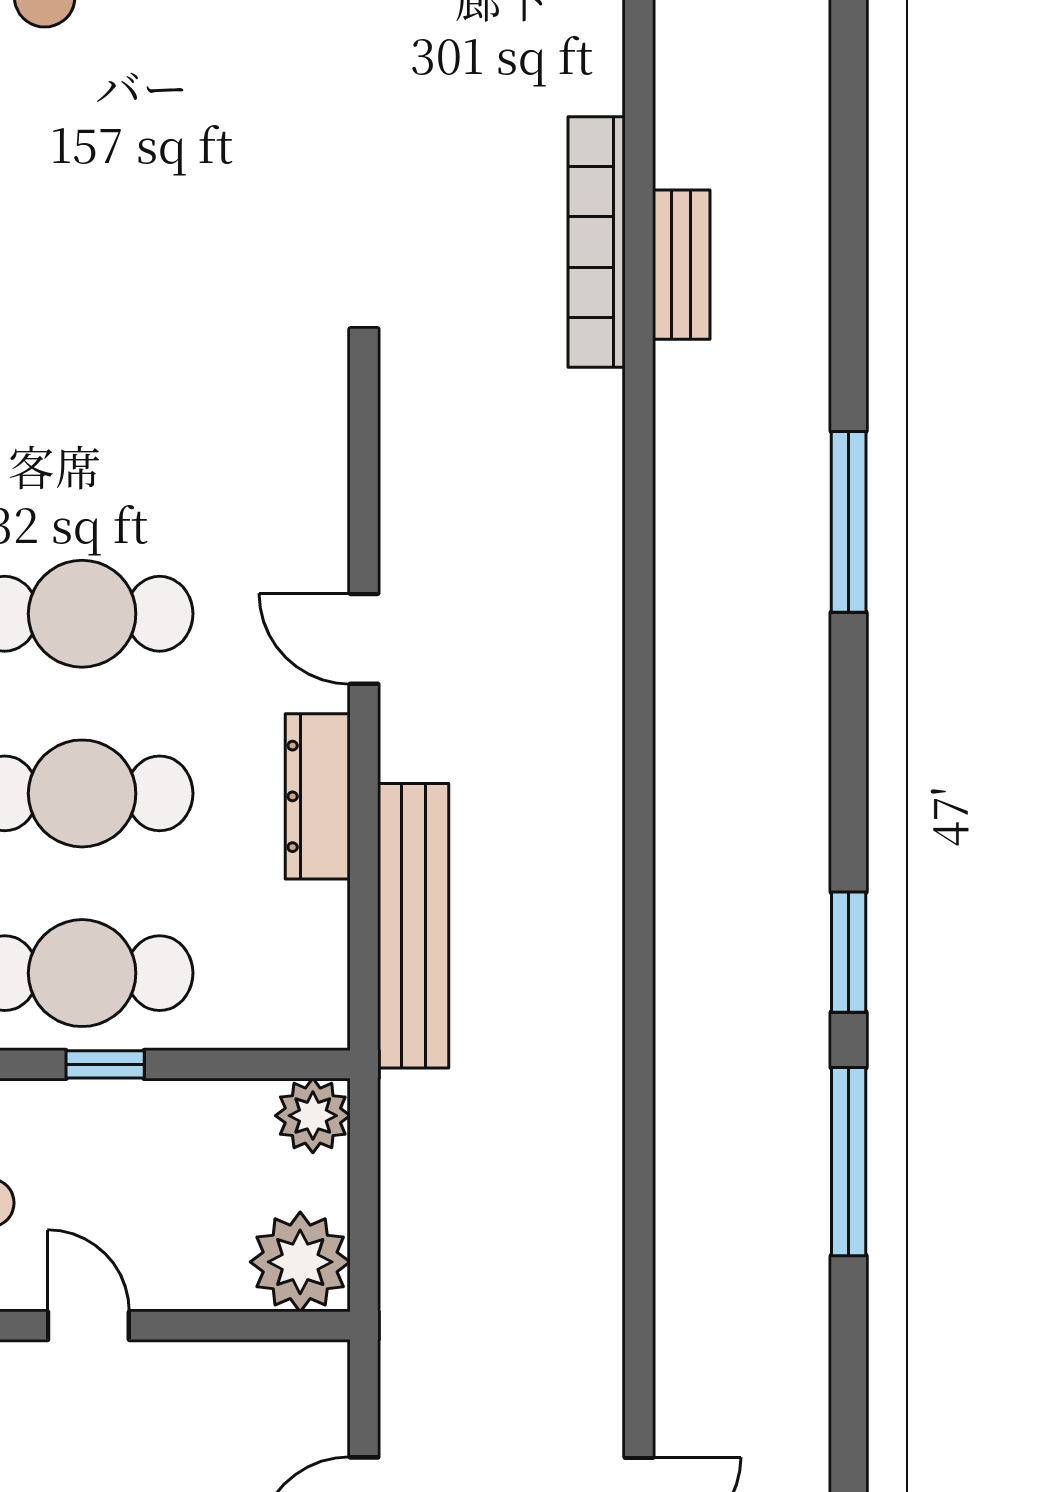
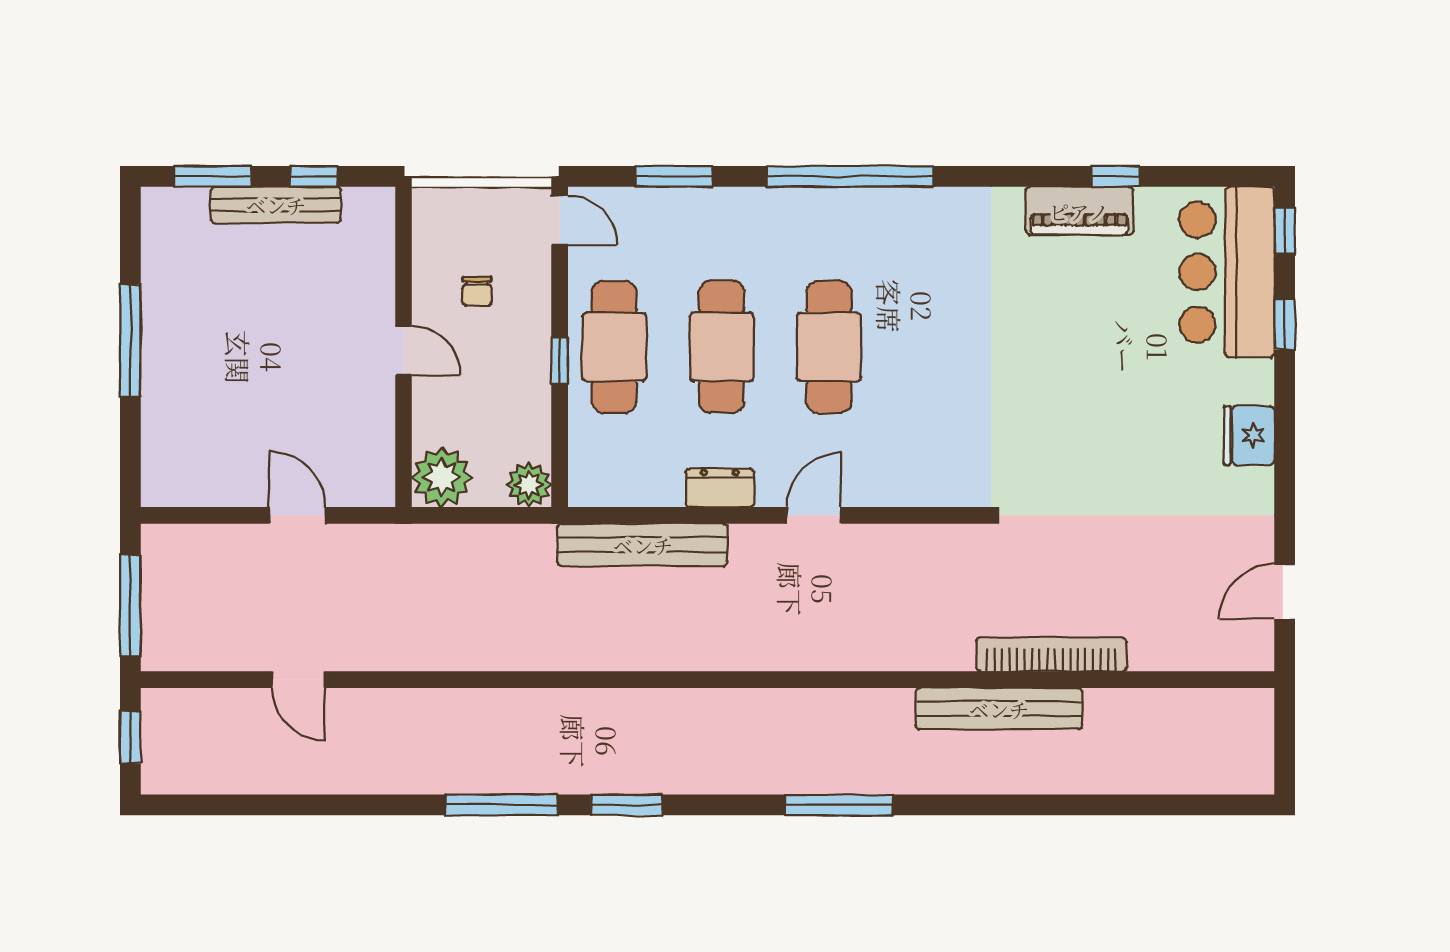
bench: (681, 265) -> (999, 709), width x1.86, depth x1.21
window: (849, 522) -> (839, 805), moved
dresser: (318, 796) -> (720, 488), width x0.70
door: (88, 1326) -> (404, 351), hinge flipped

